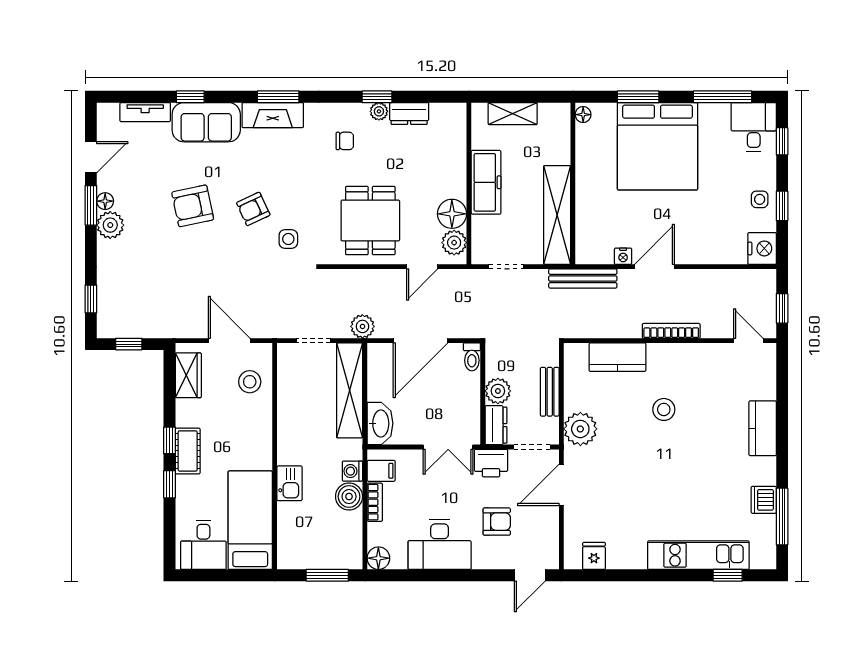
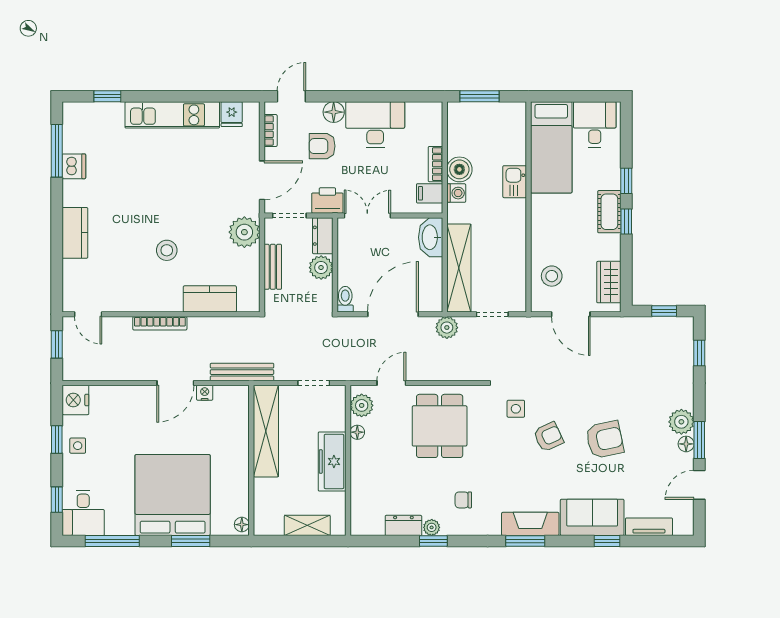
floor lamp: (452, 214) -> (357, 432), width x0.53, depth x0.53
bookcase: (552, 538) -> (271, 131), added
kitchen unit: (698, 555) -> (172, 115), moved
floor lamp: (378, 558) -> (334, 112), moved

